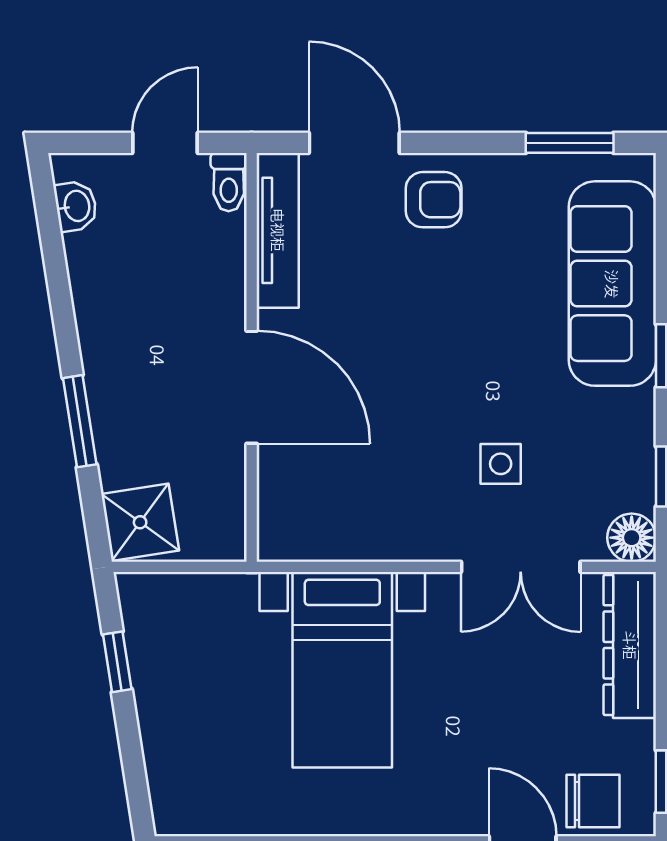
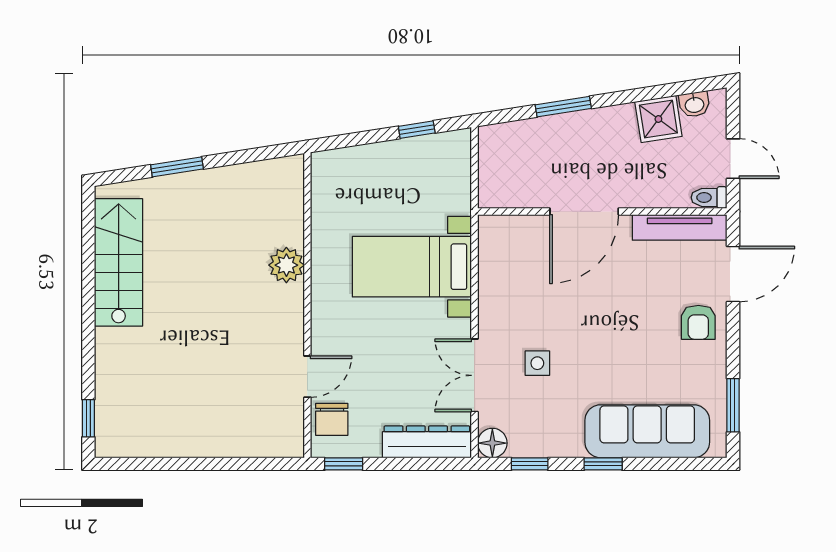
shower: (140, 522) -> (658, 119), moved

